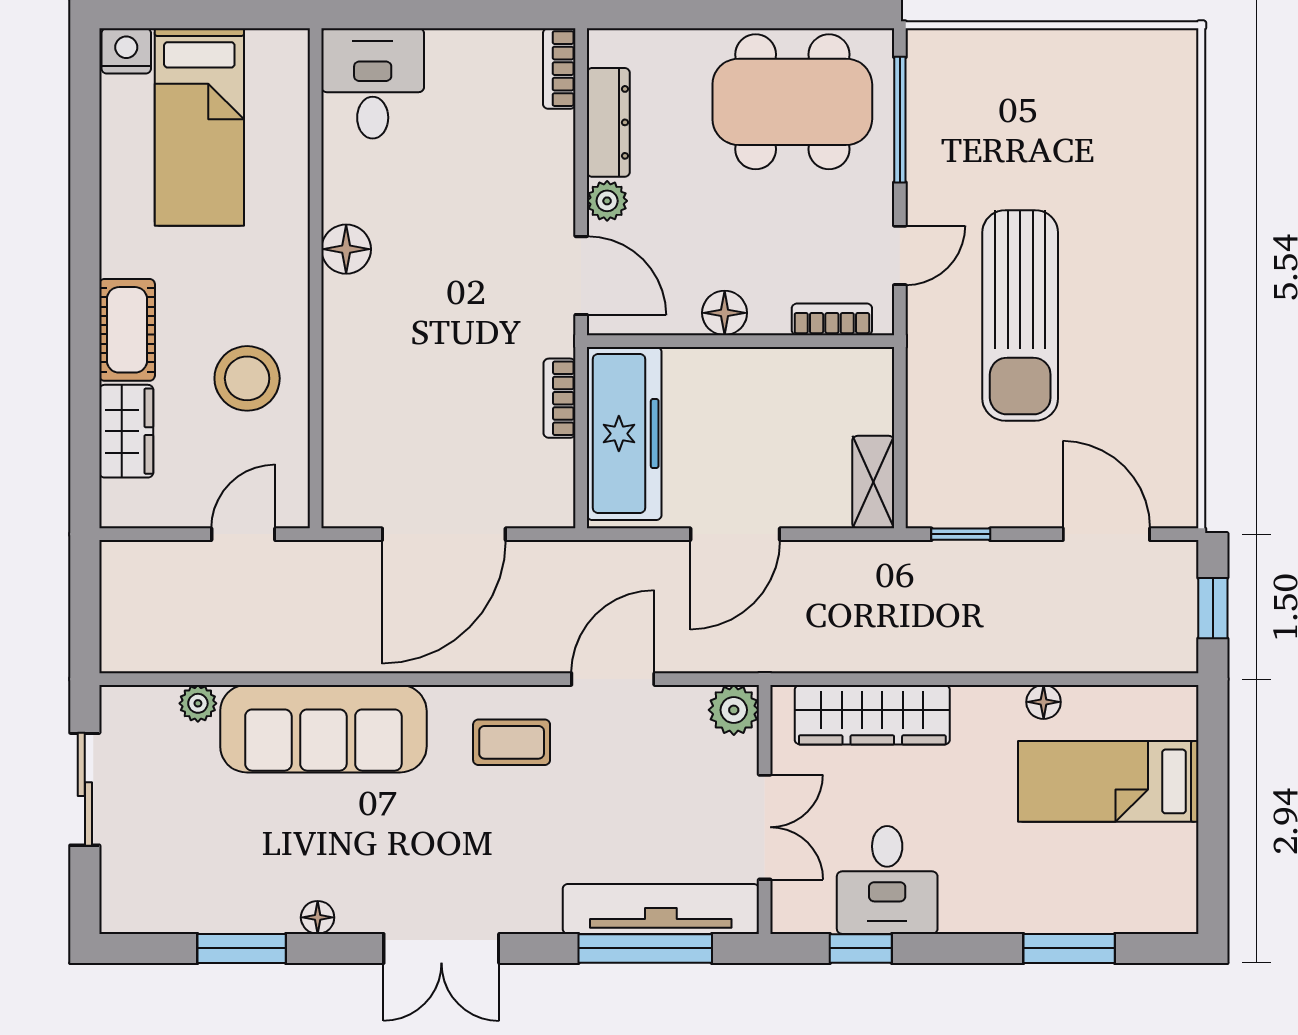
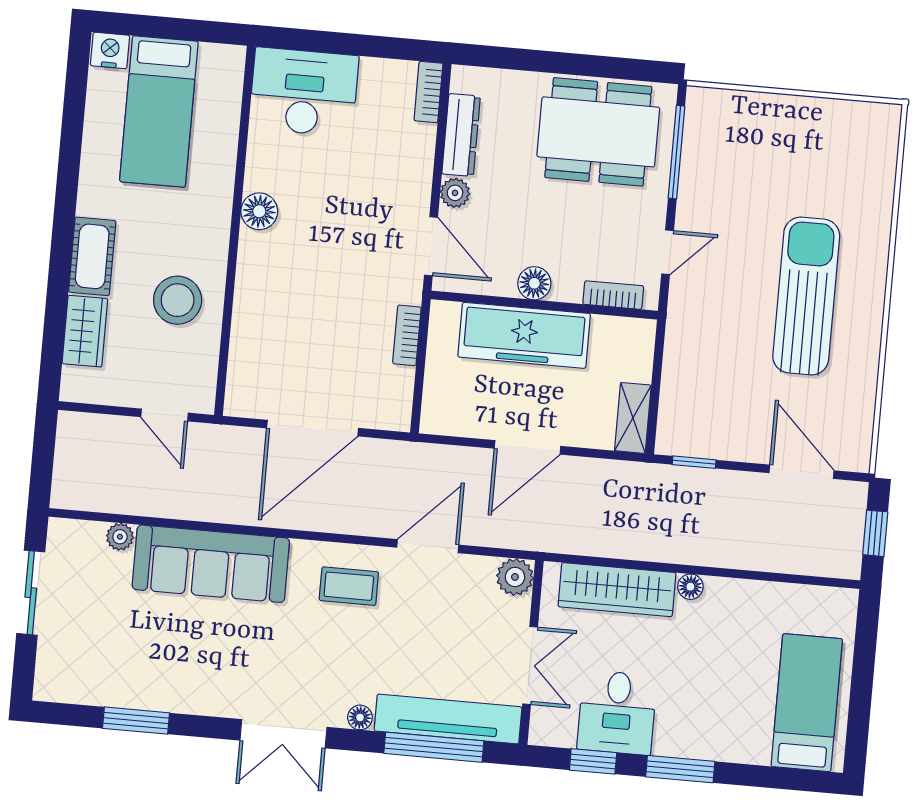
desk: (373, 83) -> (304, 92), width x1.37
sun lounger: (1020, 315) -> (806, 296), moved, turned 180
freezer: (624, 434) -> (524, 335), moved, turned 90
door: (243, 534) -> (165, 415), swing flipped
floor lamp: (1044, 702) -> (690, 587), moved
bed: (1108, 781) -> (807, 703), moved, turned 90
floor lamp: (318, 917) -> (360, 717), moved
window: (1069, 948) -> (680, 769), moved

